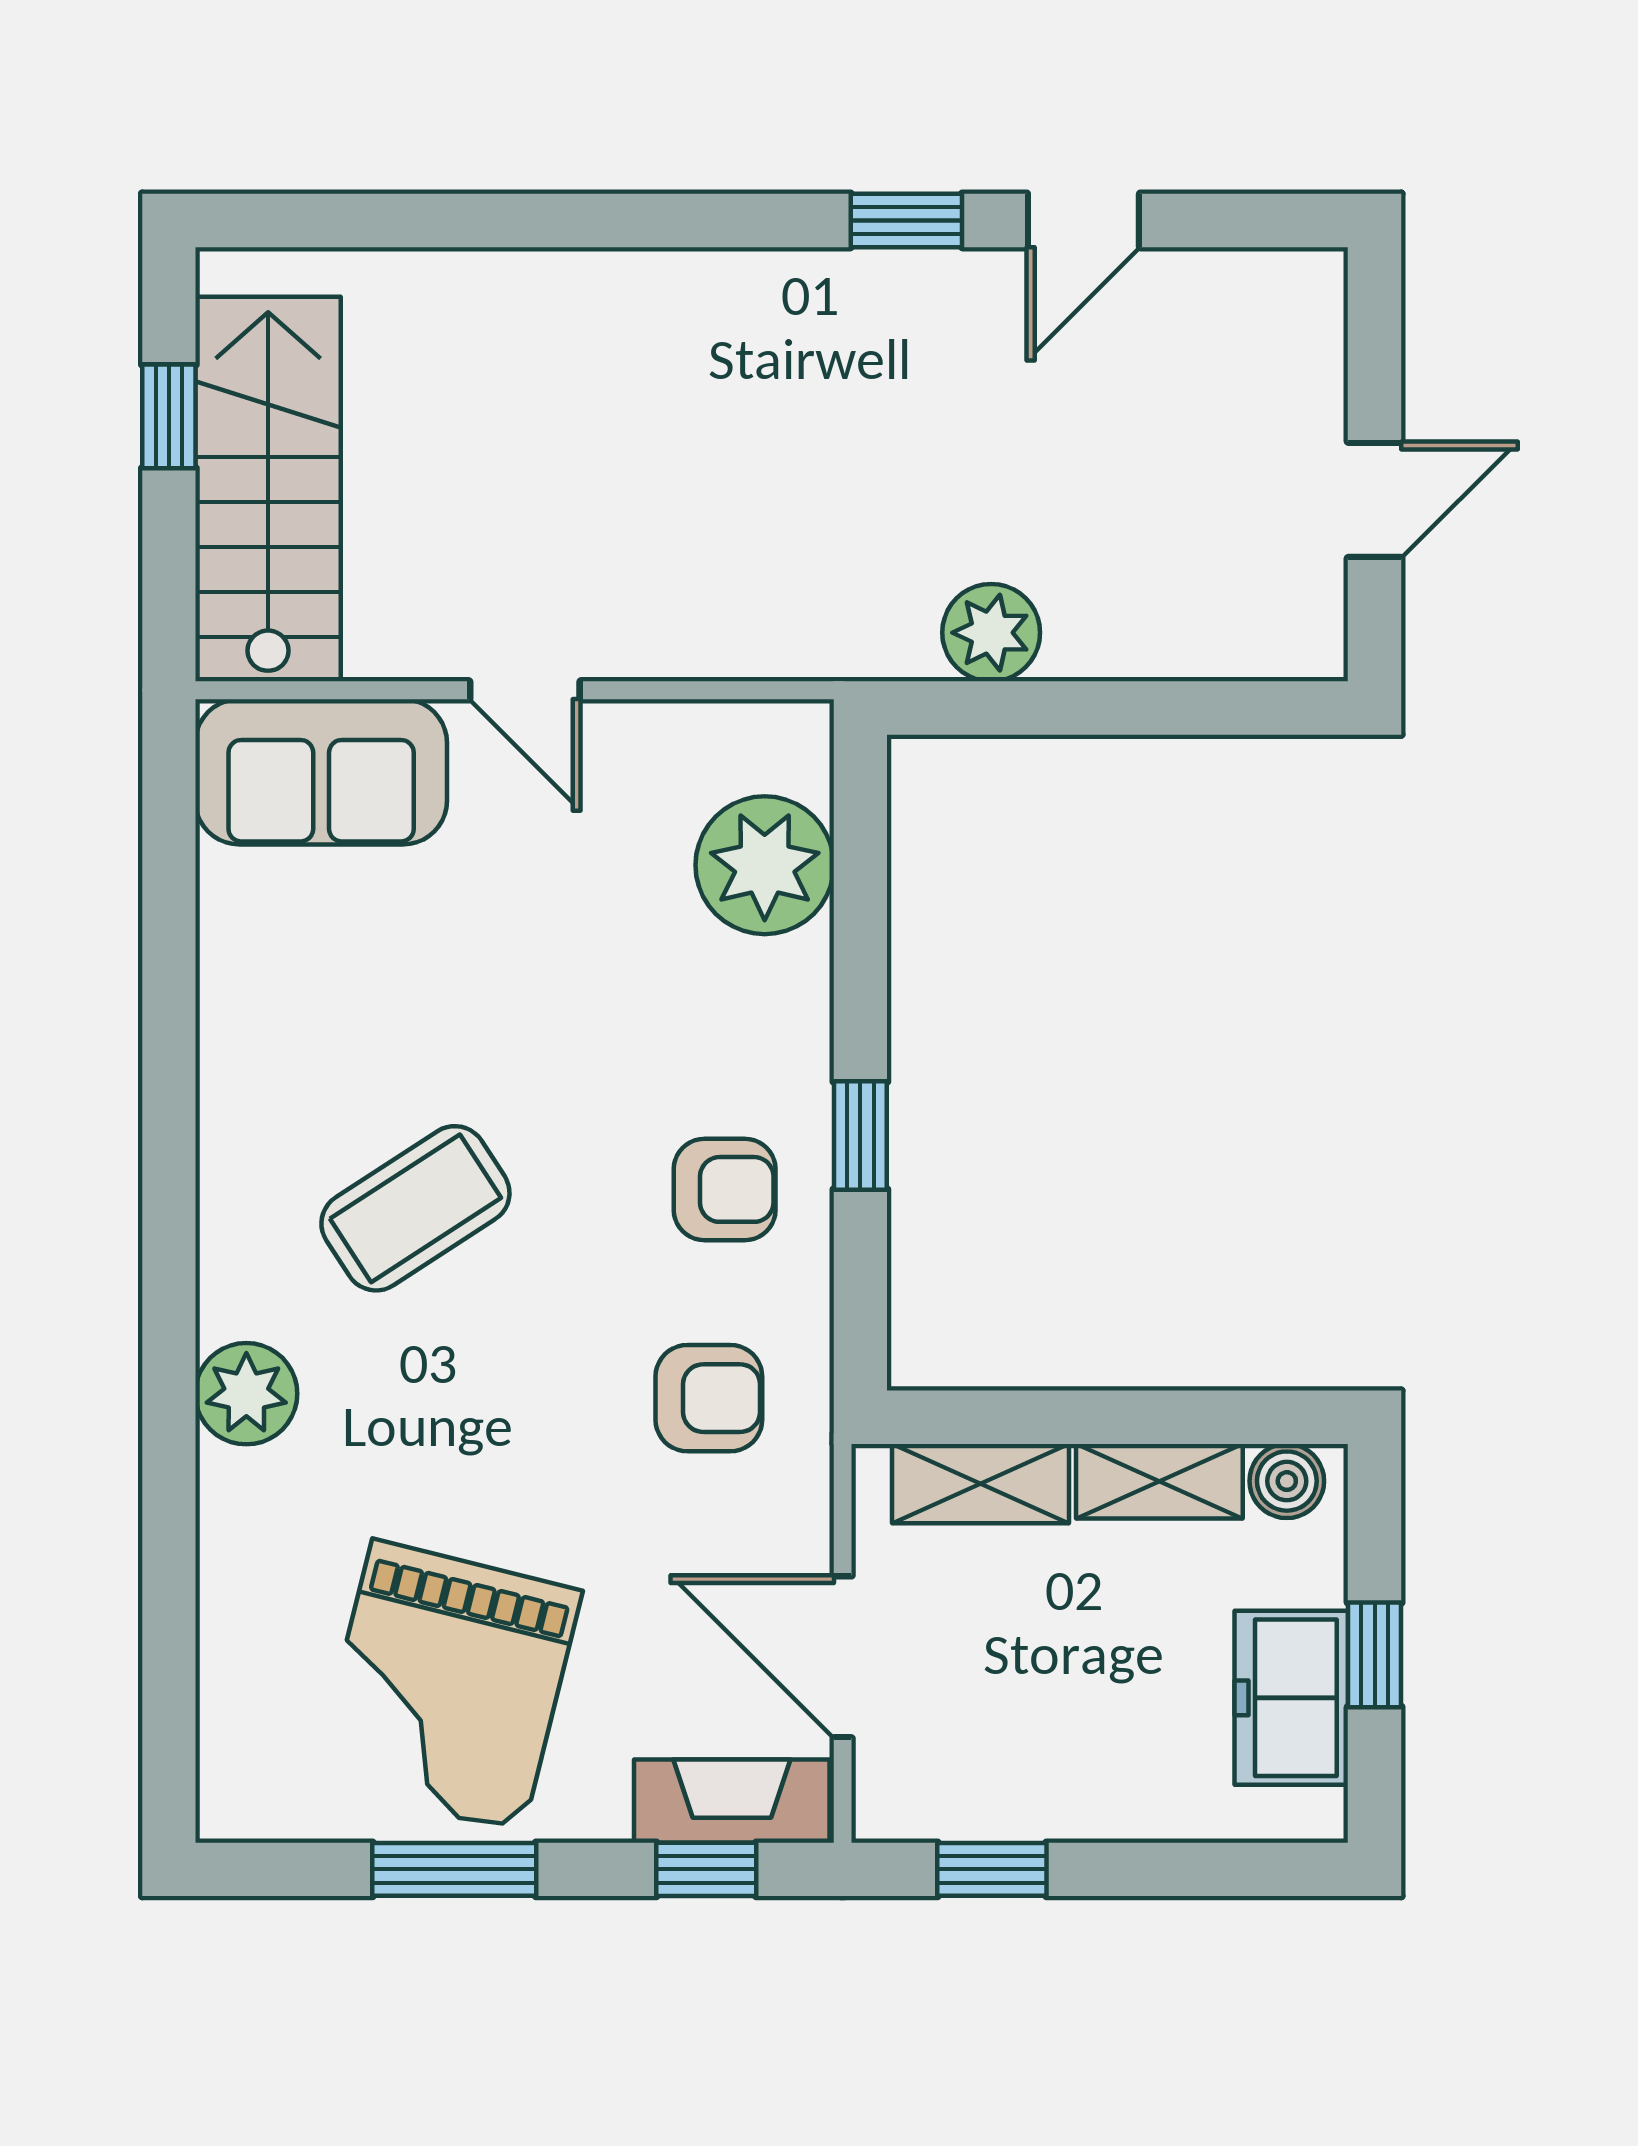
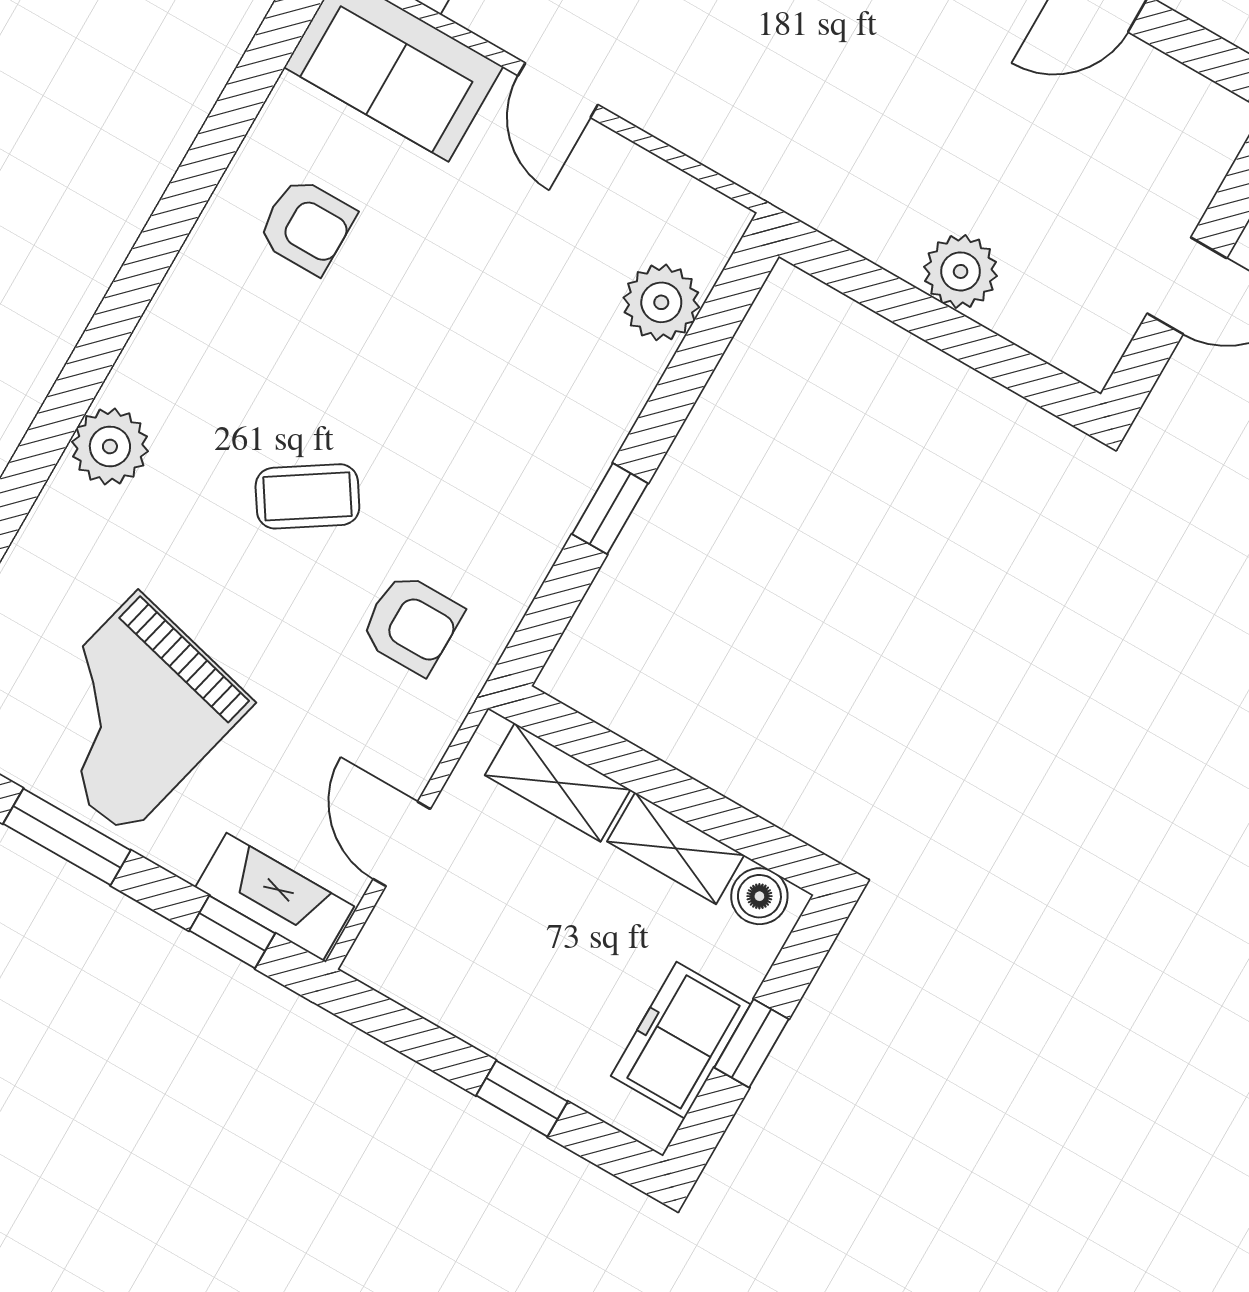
plant: (991, 633) -> (961, 271), moved
plant: (765, 865) -> (661, 302), width x0.73, depth x0.73
armchair: (725, 1189) -> (307, 226), moved
coffee table: (415, 1208) -> (307, 496), moved, width x0.73, depth x0.77
door: (843, 1657) -> (402, 844), width x0.73
window: (992, 1869) -> (522, 1099), moved

